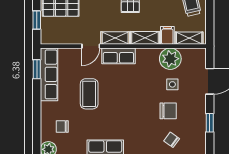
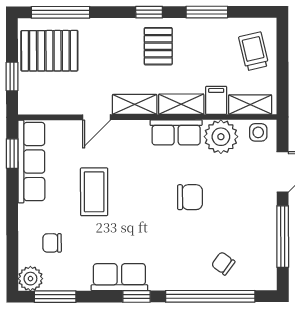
row of seats: (118, 56) -> (176, 132), moved
side table: (172, 84) -> (258, 132), moved
chair: (168, 111) -> (190, 197), moved
window: (210, 123) -> (283, 237), width x2.17

